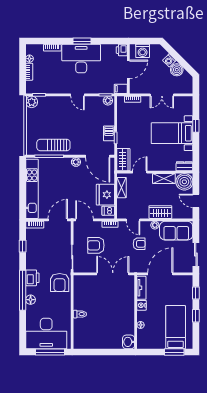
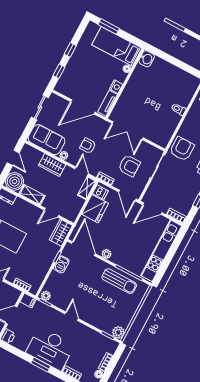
shelving: (121, 188) -> (87, 188), moved
bed: (176, 327) -> (117, 46), moved, turned 90

